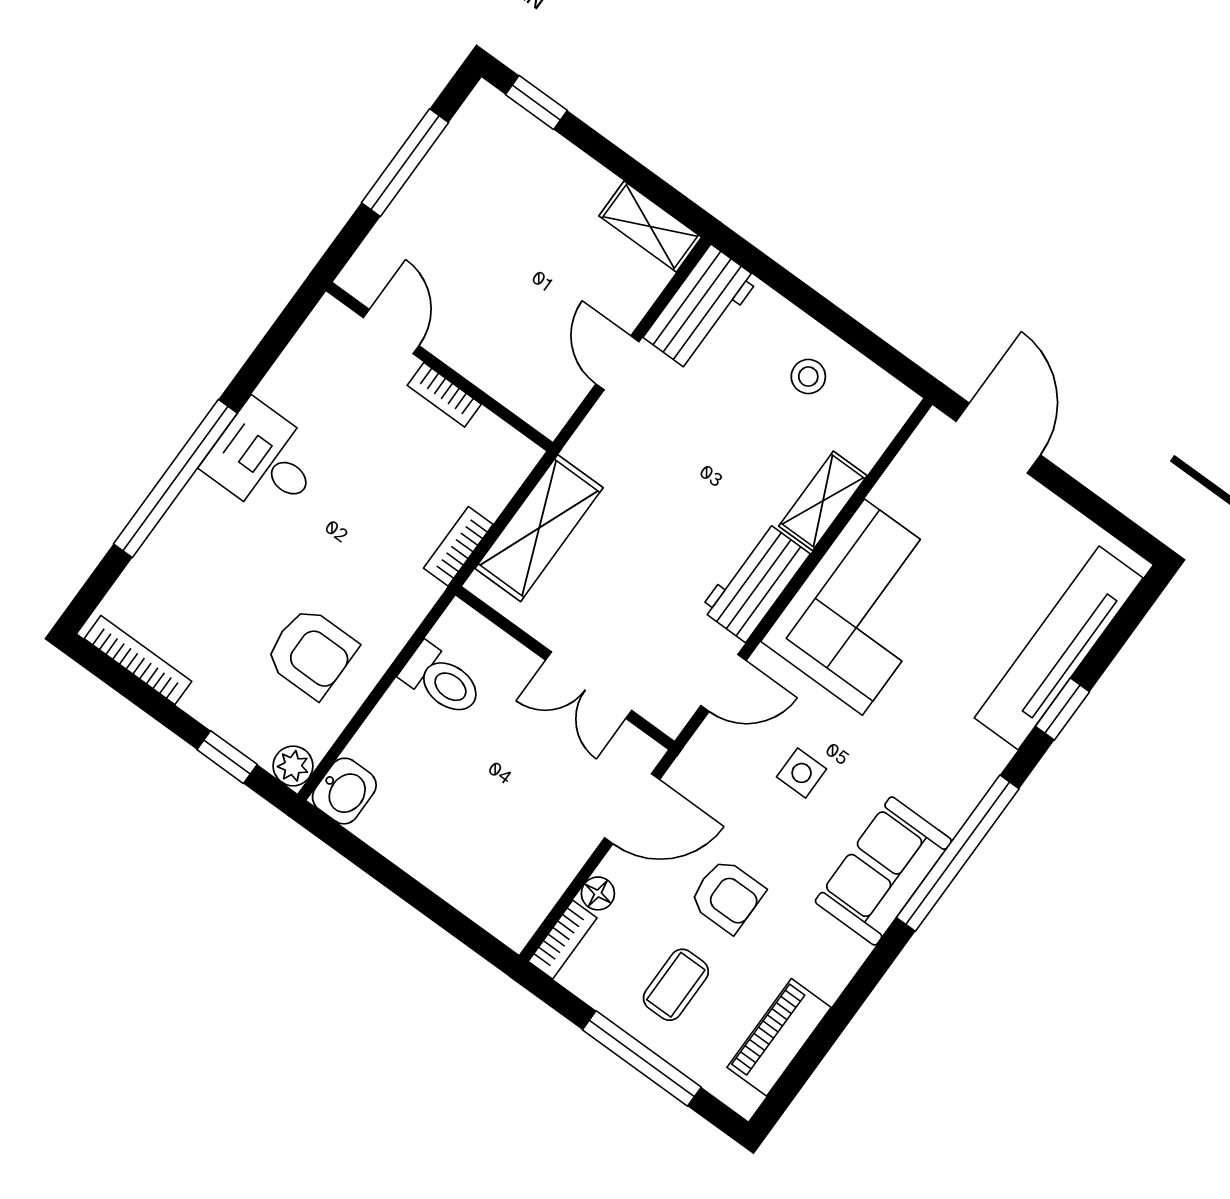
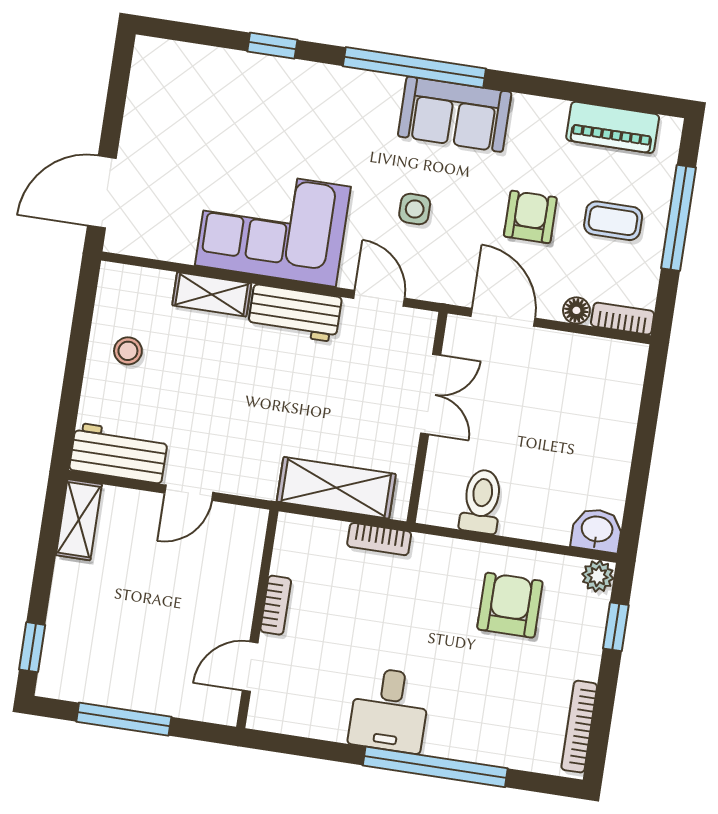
tv unit: (1059, 648) -> (230, 71), removed

